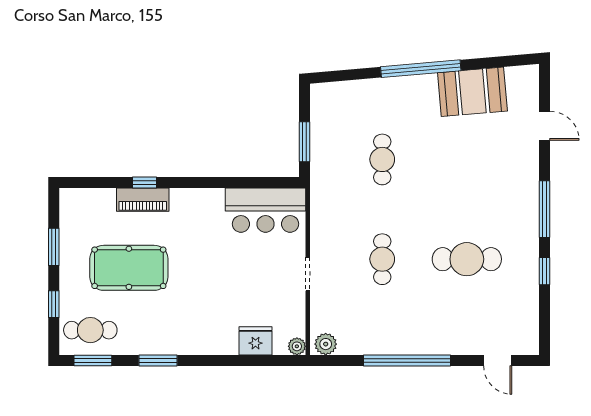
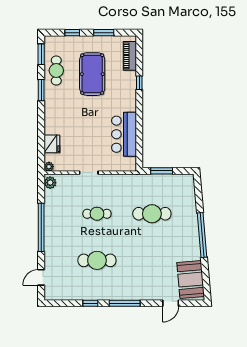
booth: (472, 92) -> (191, 280), moved
cafe table: (382, 159) -> (152, 214), width x1.37, depth x1.35
piano: (143, 200) -> (130, 56), moved
bar counter: (265, 210) -> (124, 134), moved
cafe table: (467, 259) -> (97, 260), turned 90
cafe table: (90, 330) -> (56, 70), moved

